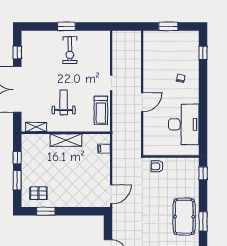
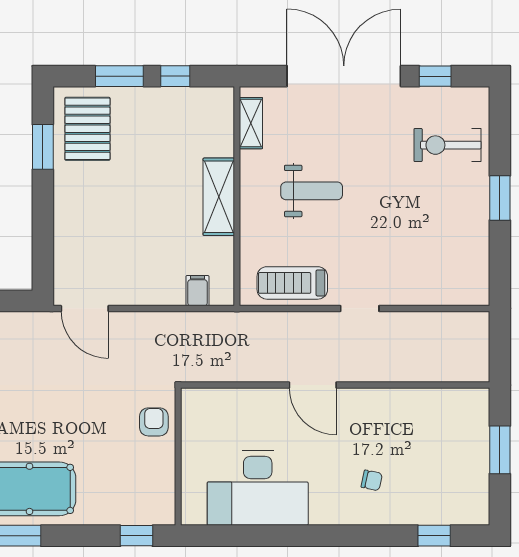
exercise bike: (70, 50) -> (447, 145), moved
pallet: (38, 193) -> (87, 129), width x1.50, depth x1.42

